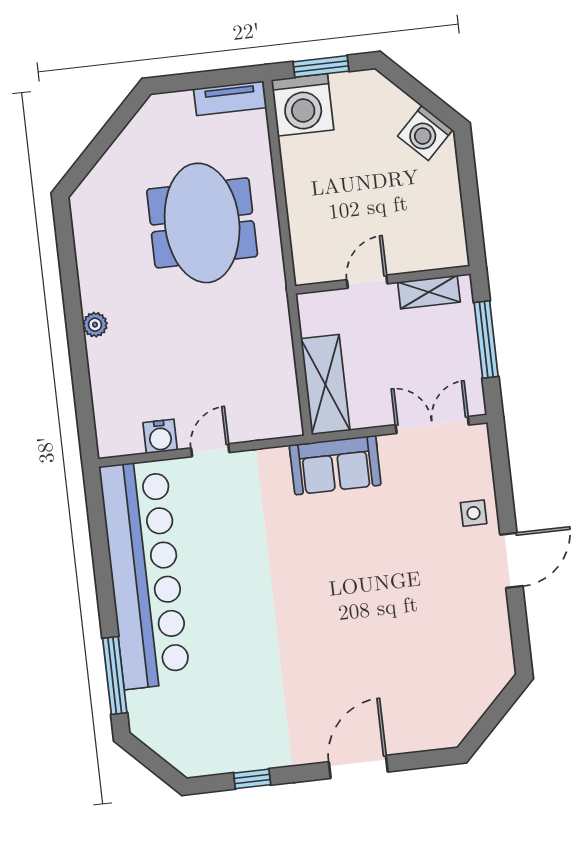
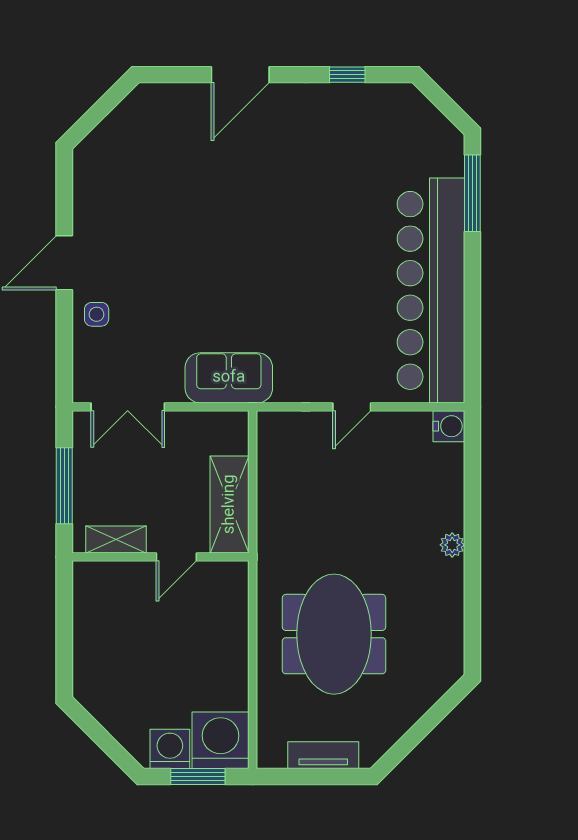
tv unit: (230, 98) -> (323, 755), moved
washing machine: (425, 133) -> (170, 749), moved, turned -45
shelving: (325, 385) -> (230, 504), moved
water cooler: (160, 436) -> (449, 426), moved, turned 90

